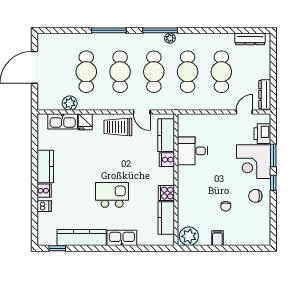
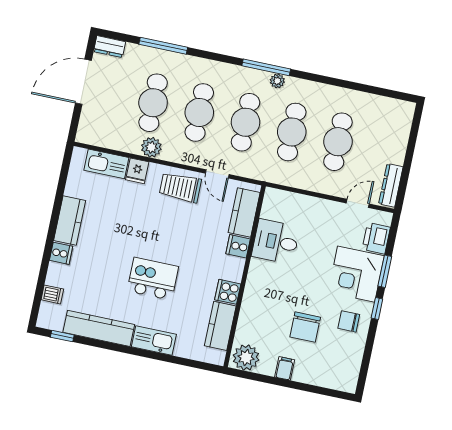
window: (109, 30) -> (163, 46), moved
dresser: (250, 39) -> (110, 47), moved, width x0.70
plant: (70, 103) -> (151, 147), moved
dishwasher: (44, 206) -> (52, 294), moved
chair: (226, 206) -> (305, 327), width x1.87, depth x1.87

